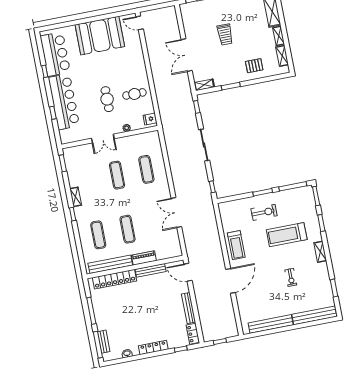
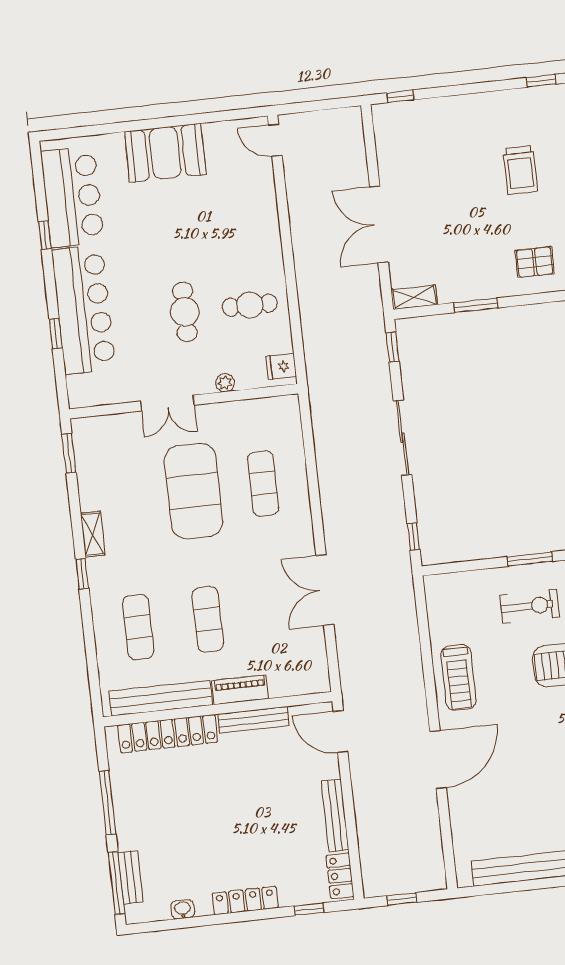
trolley: (225, 34) -> (520, 170), moved
booth: (100, 36) -> (165, 153), width x0.73, depth x0.70
exercise mat: (117, 175) -> (194, 491), width x2.00, depth x1.45

